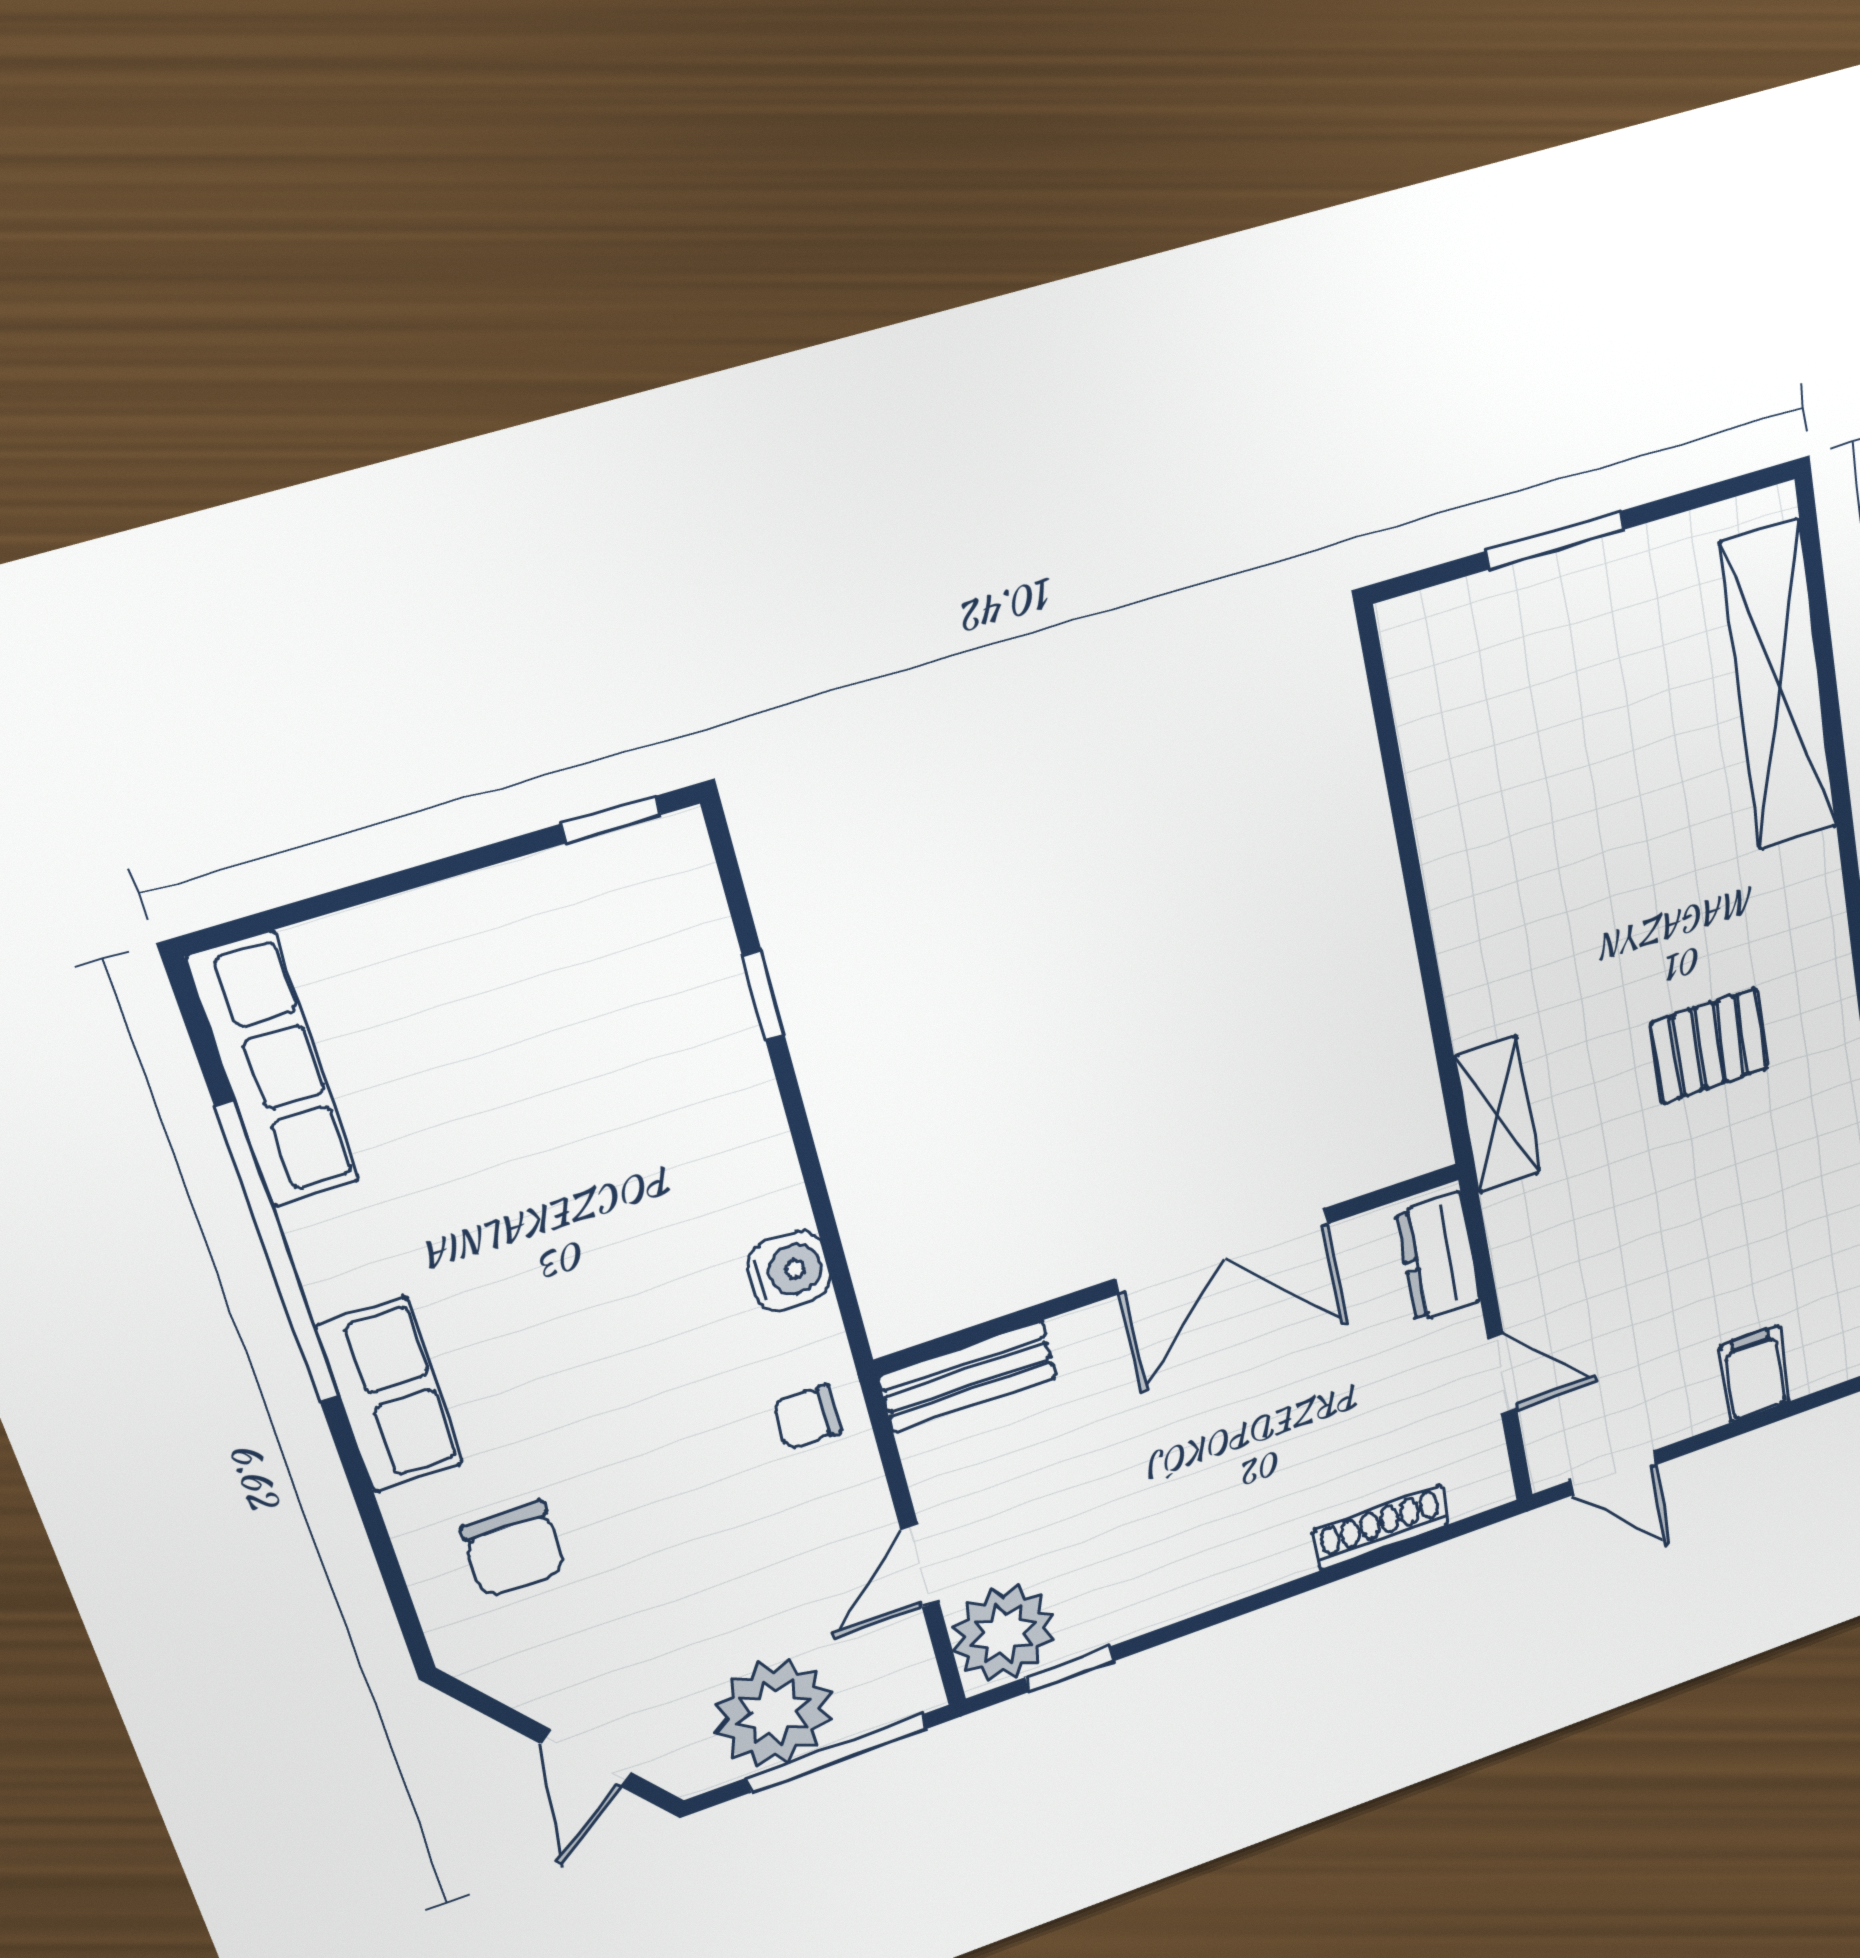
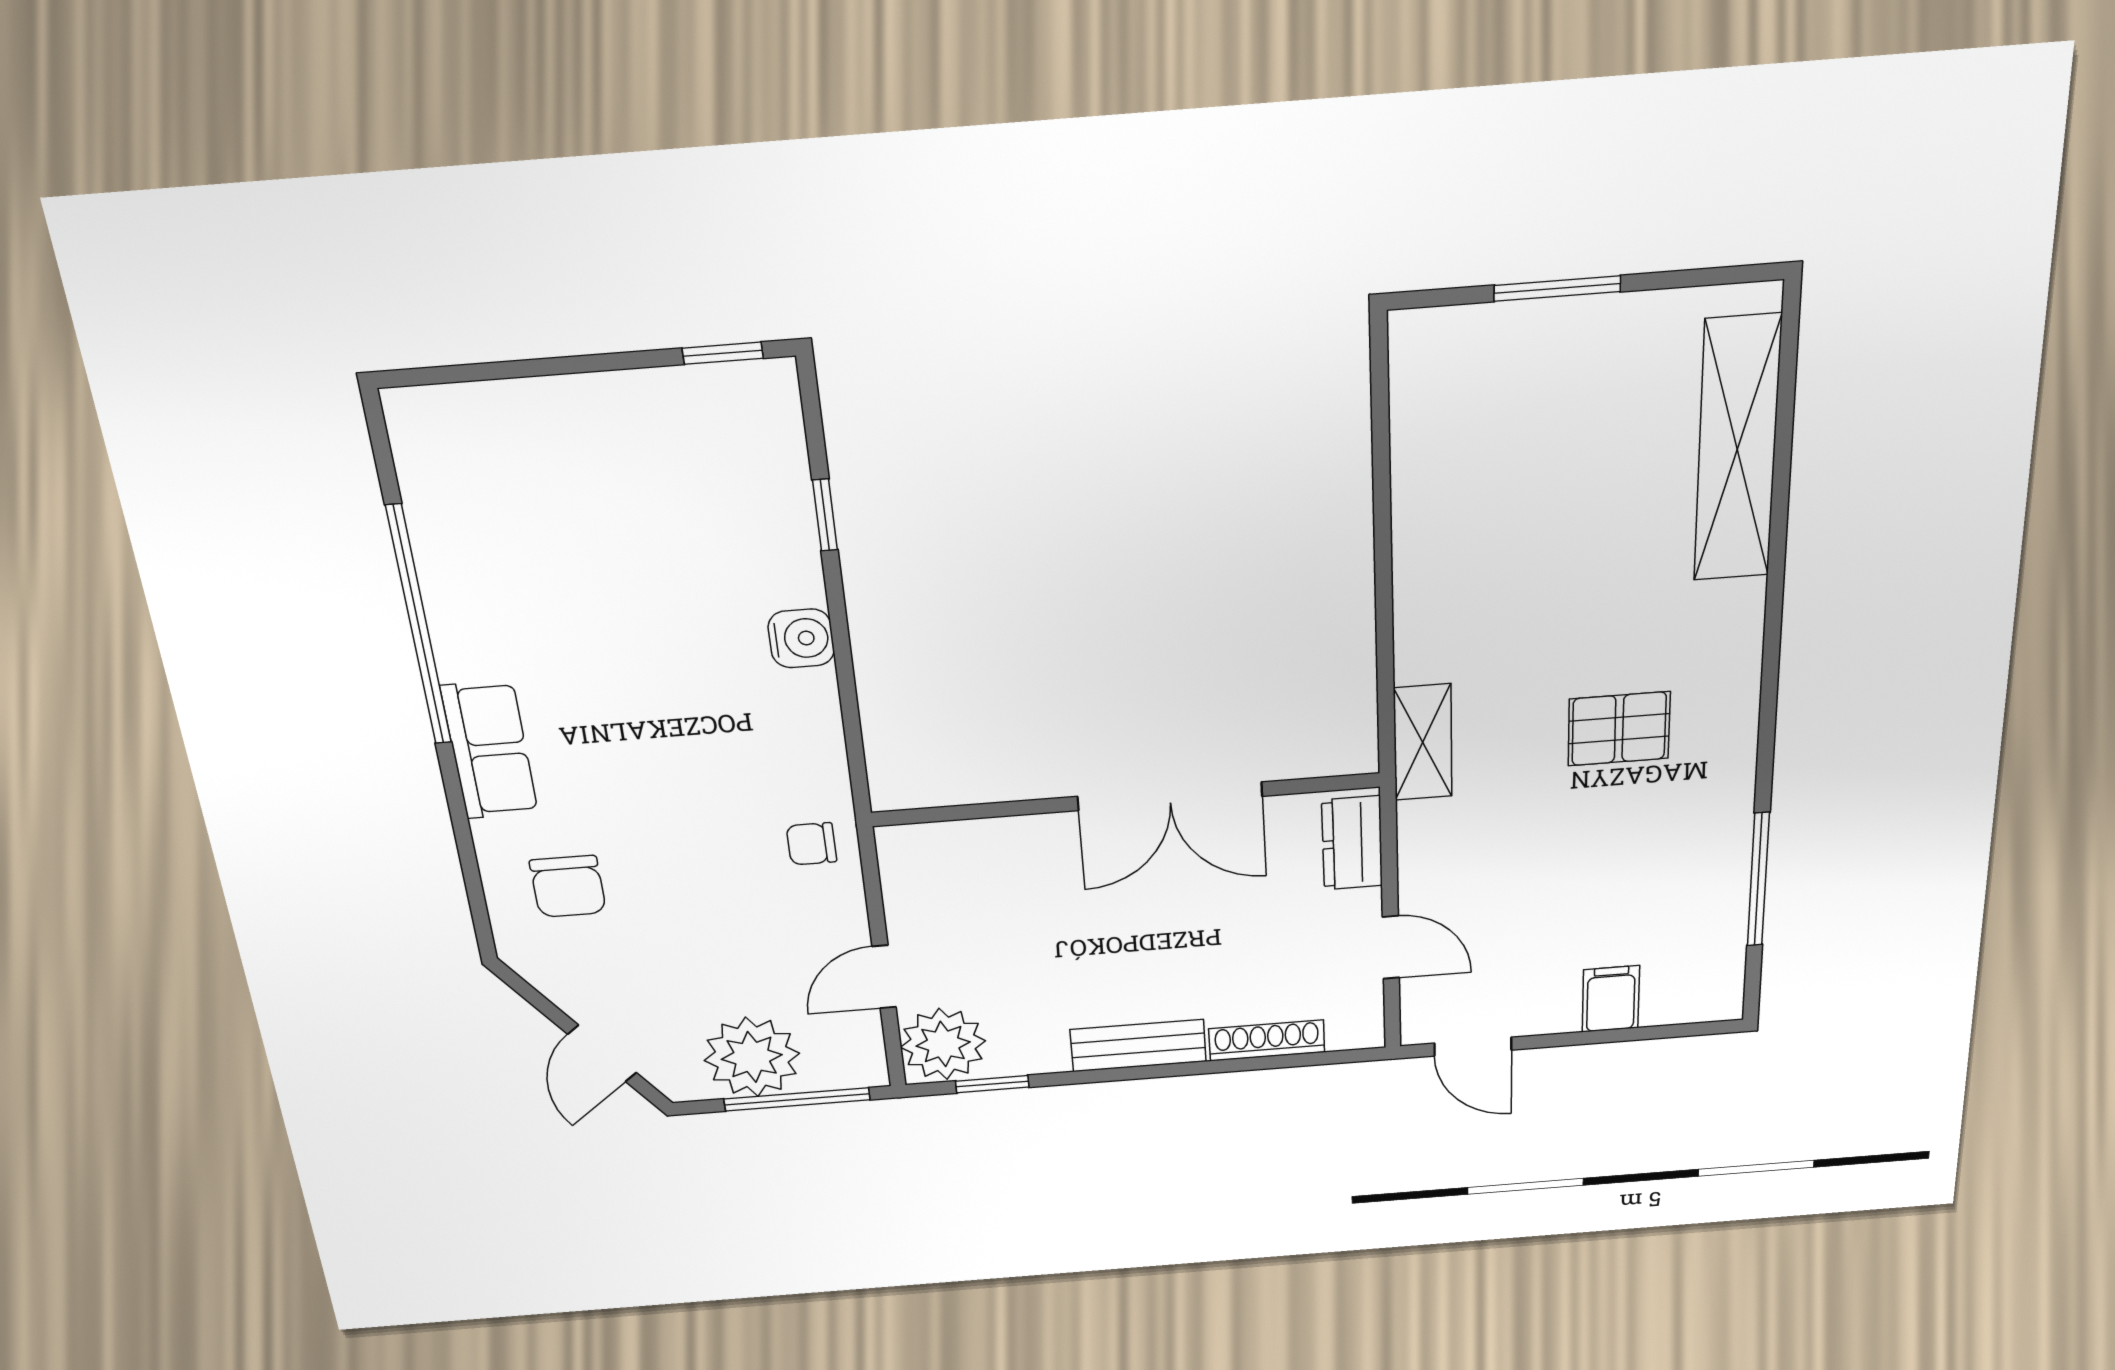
row of seats: (273, 1070) -> (433, 488), removed
water cooler: (789, 1271) -> (801, 638), moved
bench: (968, 1377) -> (1138, 1046), moved

